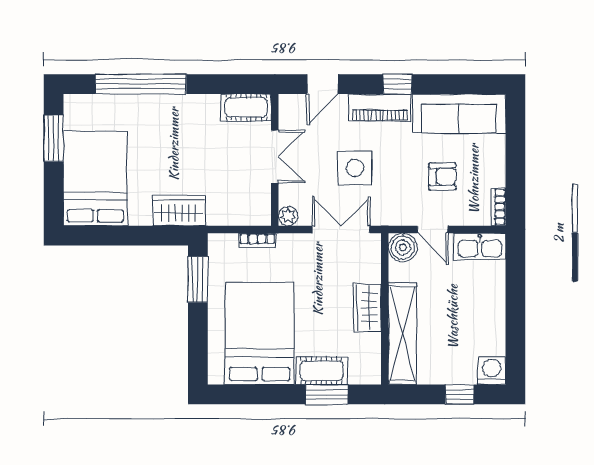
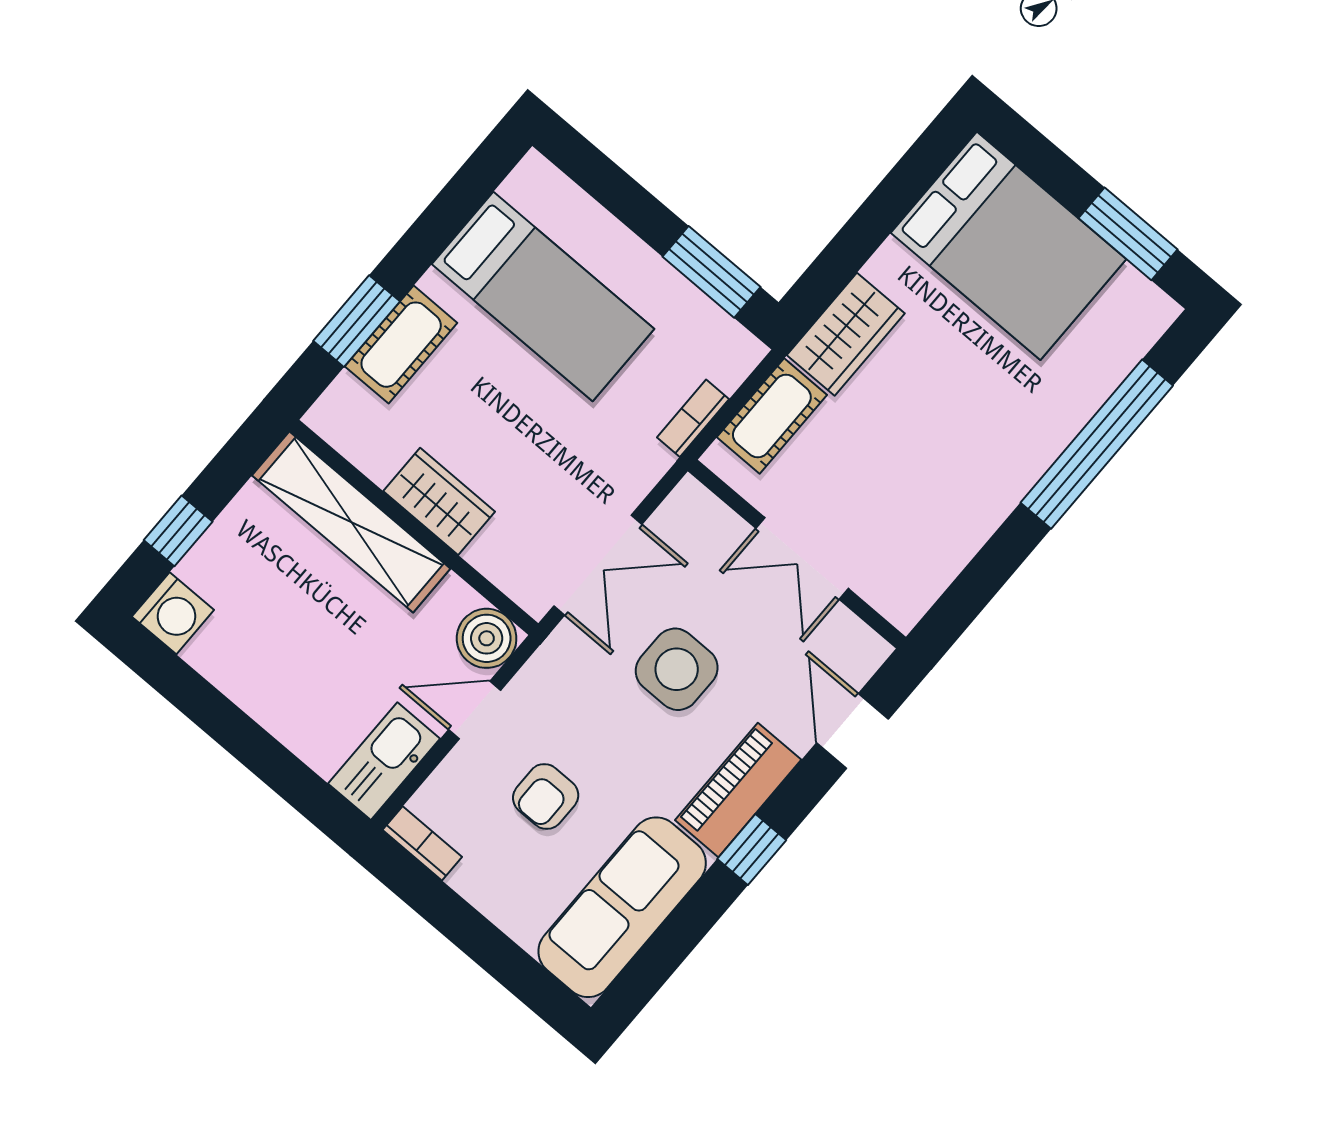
cot: (246, 107) -> (772, 416), moved
plant: (288, 216) -> (690, 500), removed
bed: (260, 334) -> (543, 297), width x0.67

